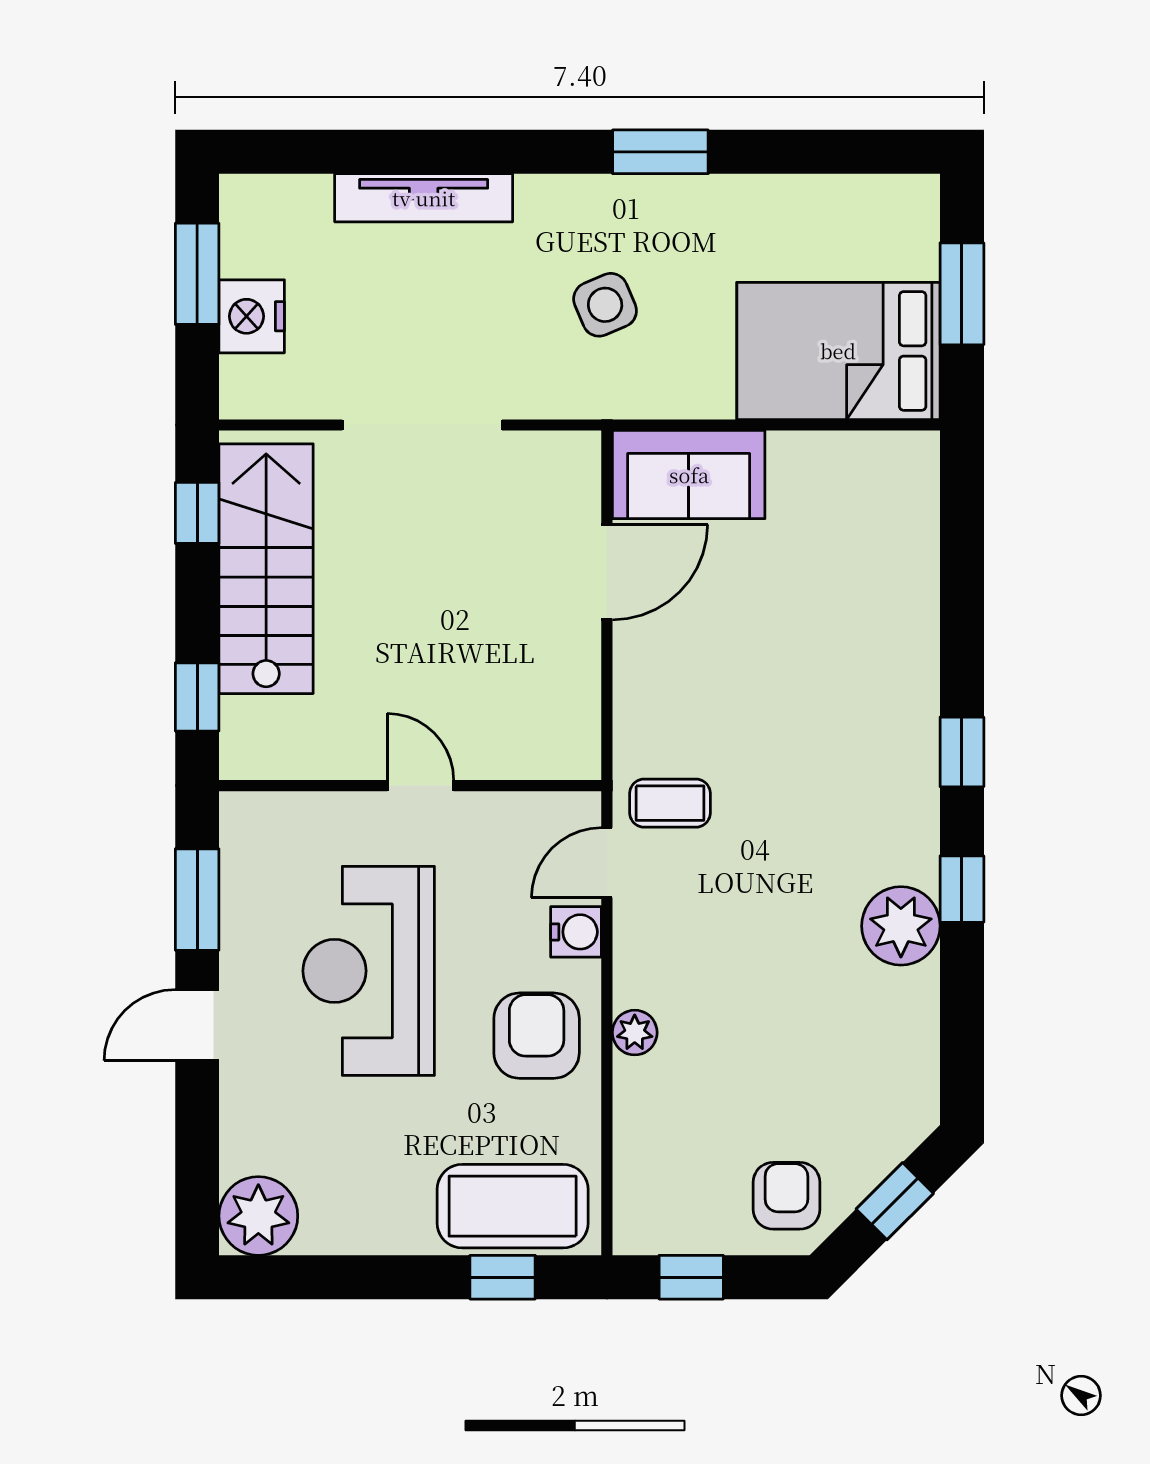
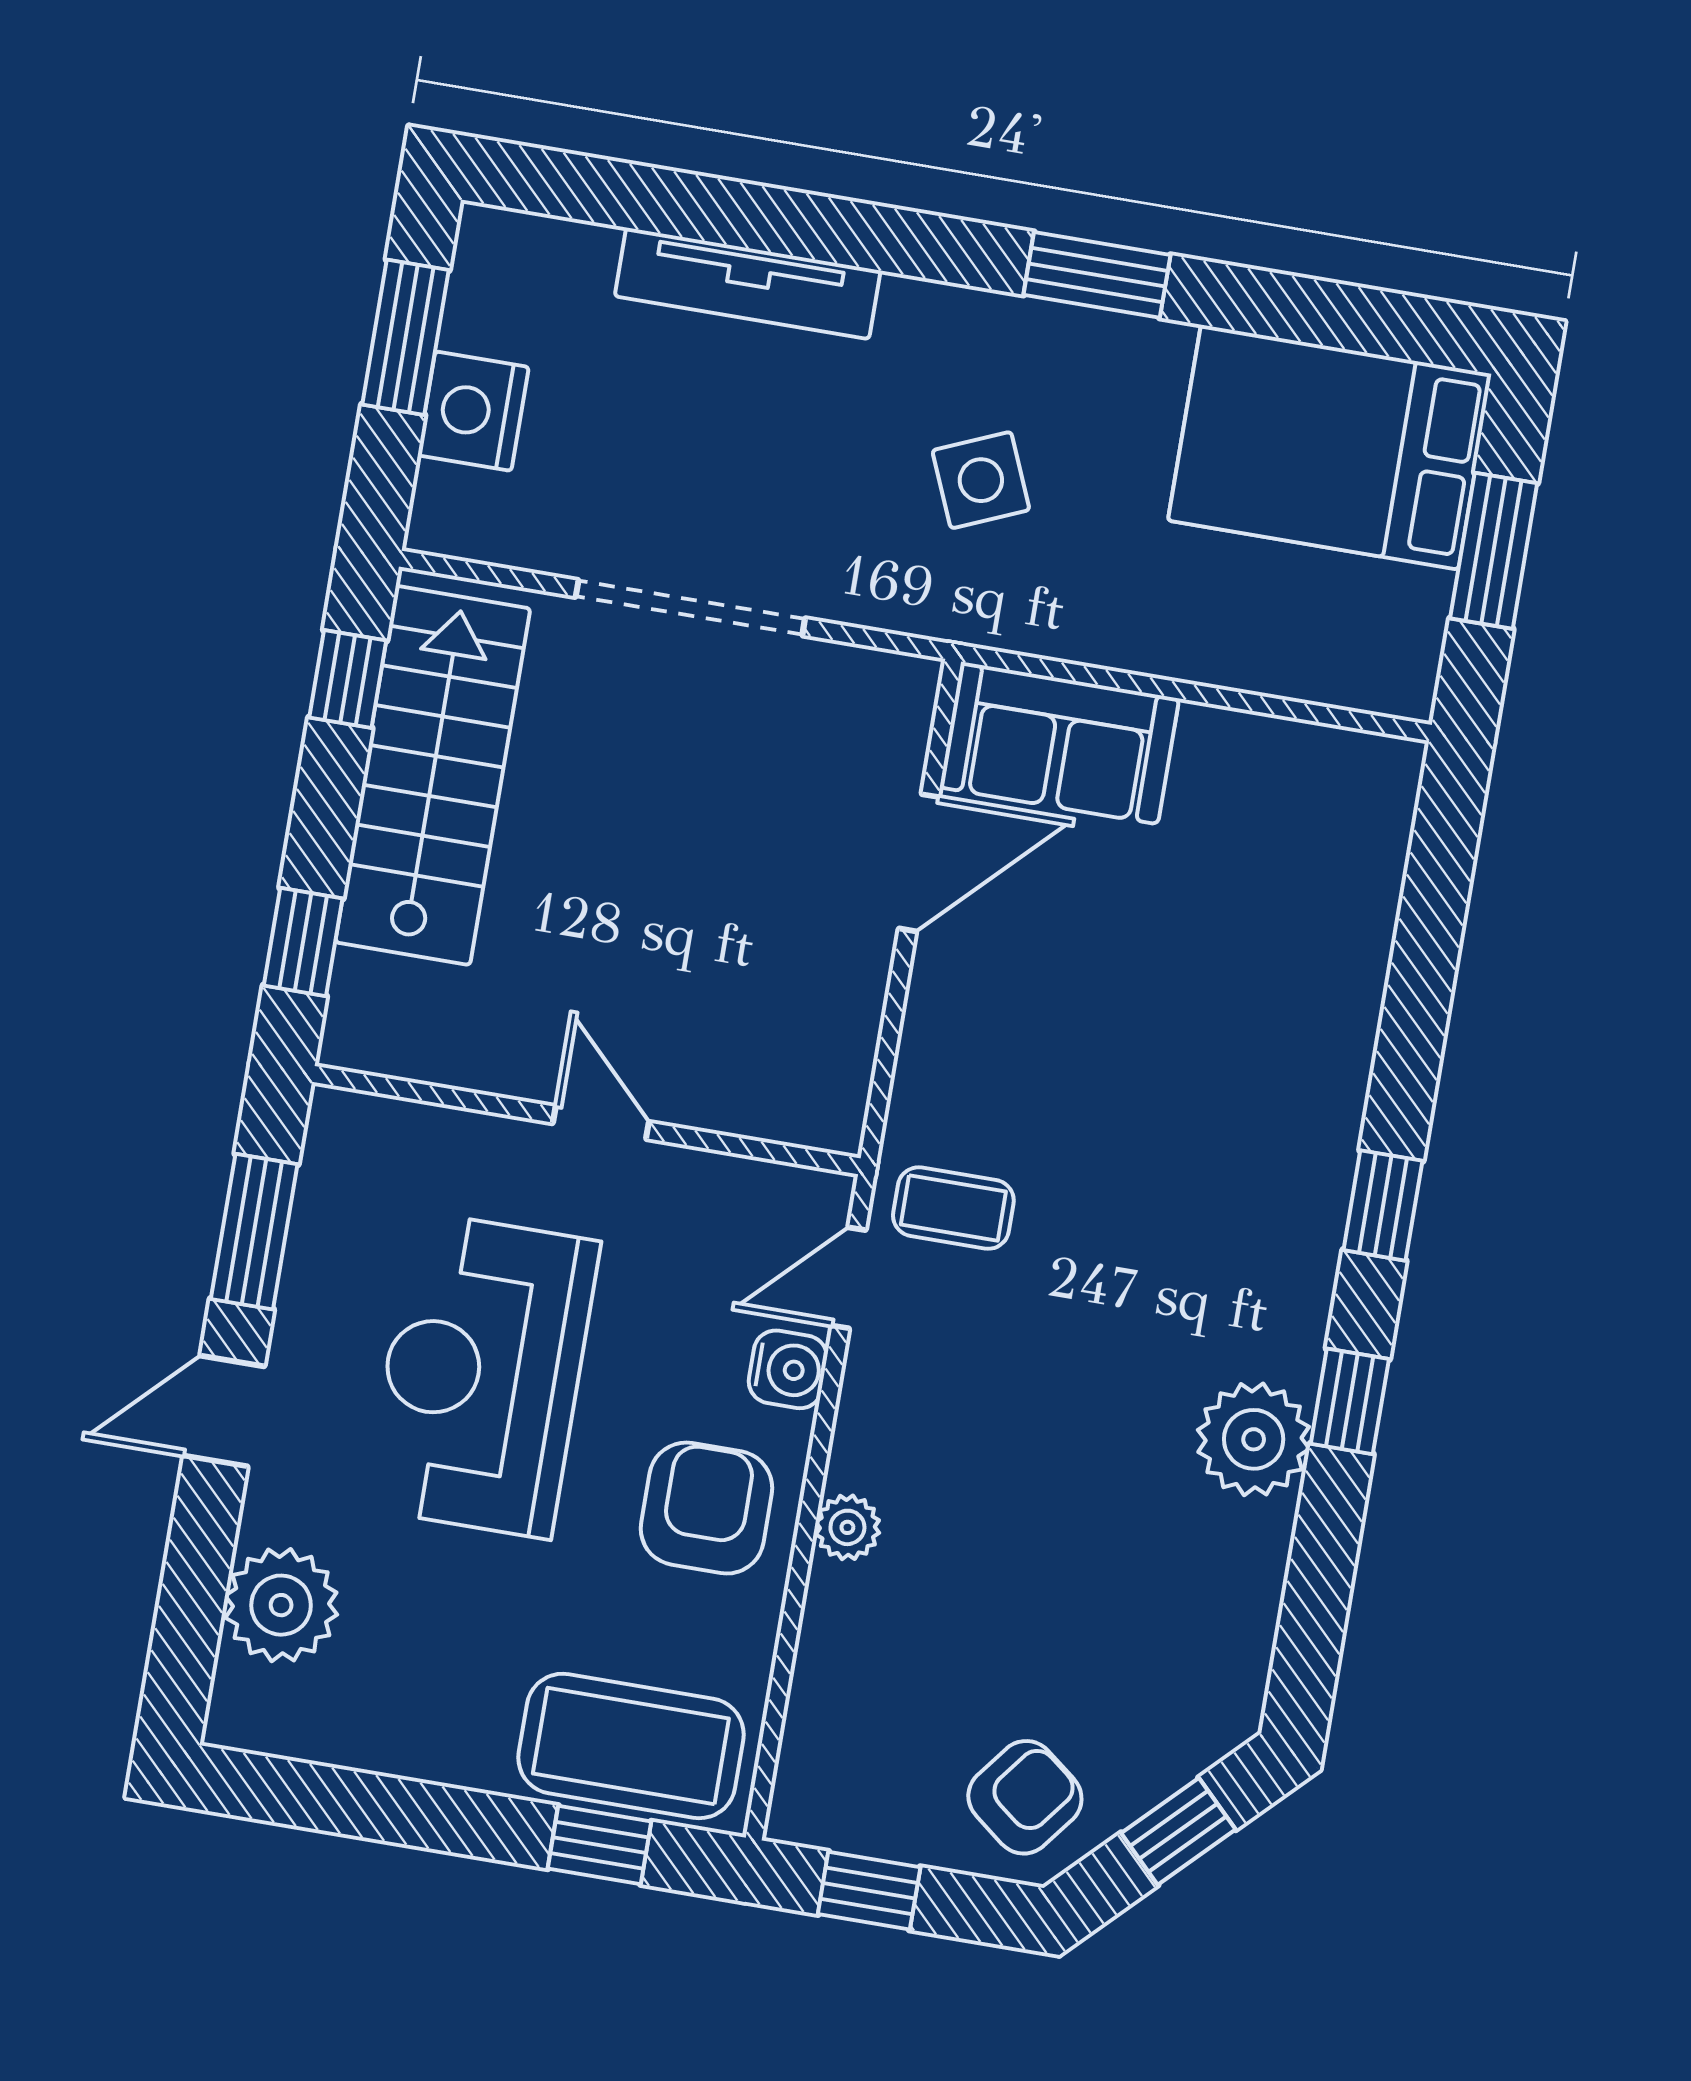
bed: (838, 351) -> (1330, 447), moved
armchair: (786, 1196) -> (1025, 1797), turned 38
plant: (258, 1216) -> (281, 1605), moved

